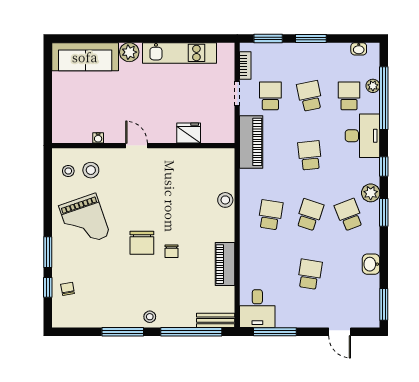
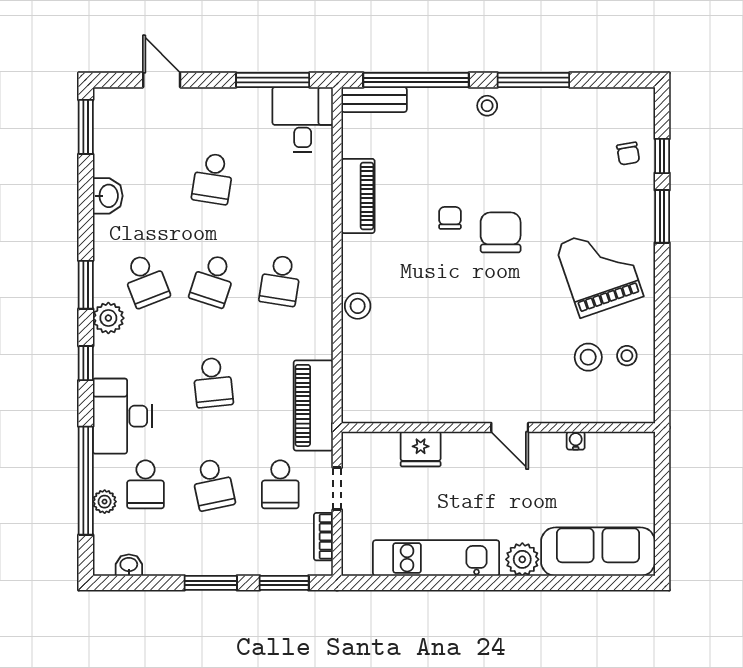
fridge: (189, 133) -> (421, 449), moved
water cooler: (98, 138) -> (576, 441), moved
door: (137, 146) -> (510, 427), moved
wall: (143, 146) -> (498, 427), moved

